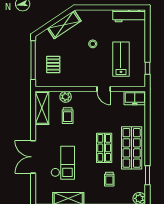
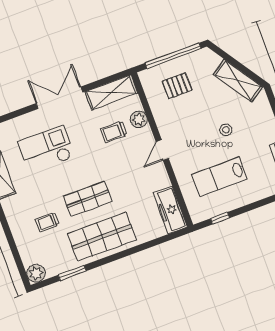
lab bench: (121, 59) -> (219, 177), turned 180
door: (104, 89) -> (162, 150), moved
freezer: (135, 98) -> (170, 210), width x1.40
double door: (33, 157) -> (59, 98), moved
checkout: (63, 163) -> (46, 149), turned 180

